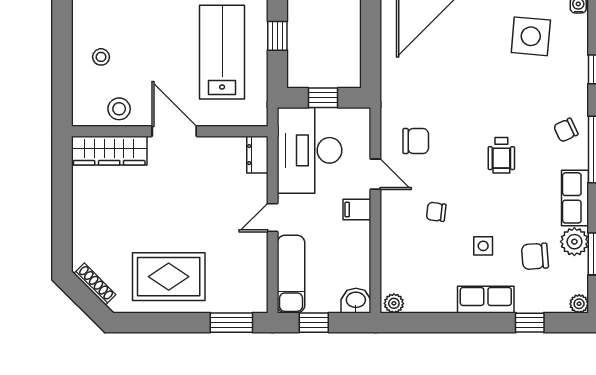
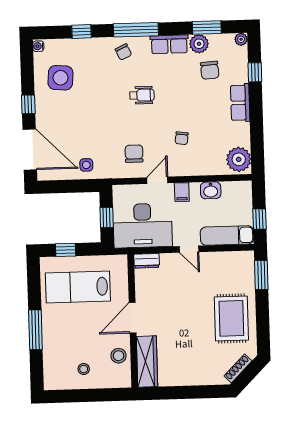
side table: (483, 246) -> (86, 165), moved
washbasin: (356, 301) -> (211, 190), moved, turned -90
plant: (394, 303) -> (239, 159), width x1.88, depth x1.88

